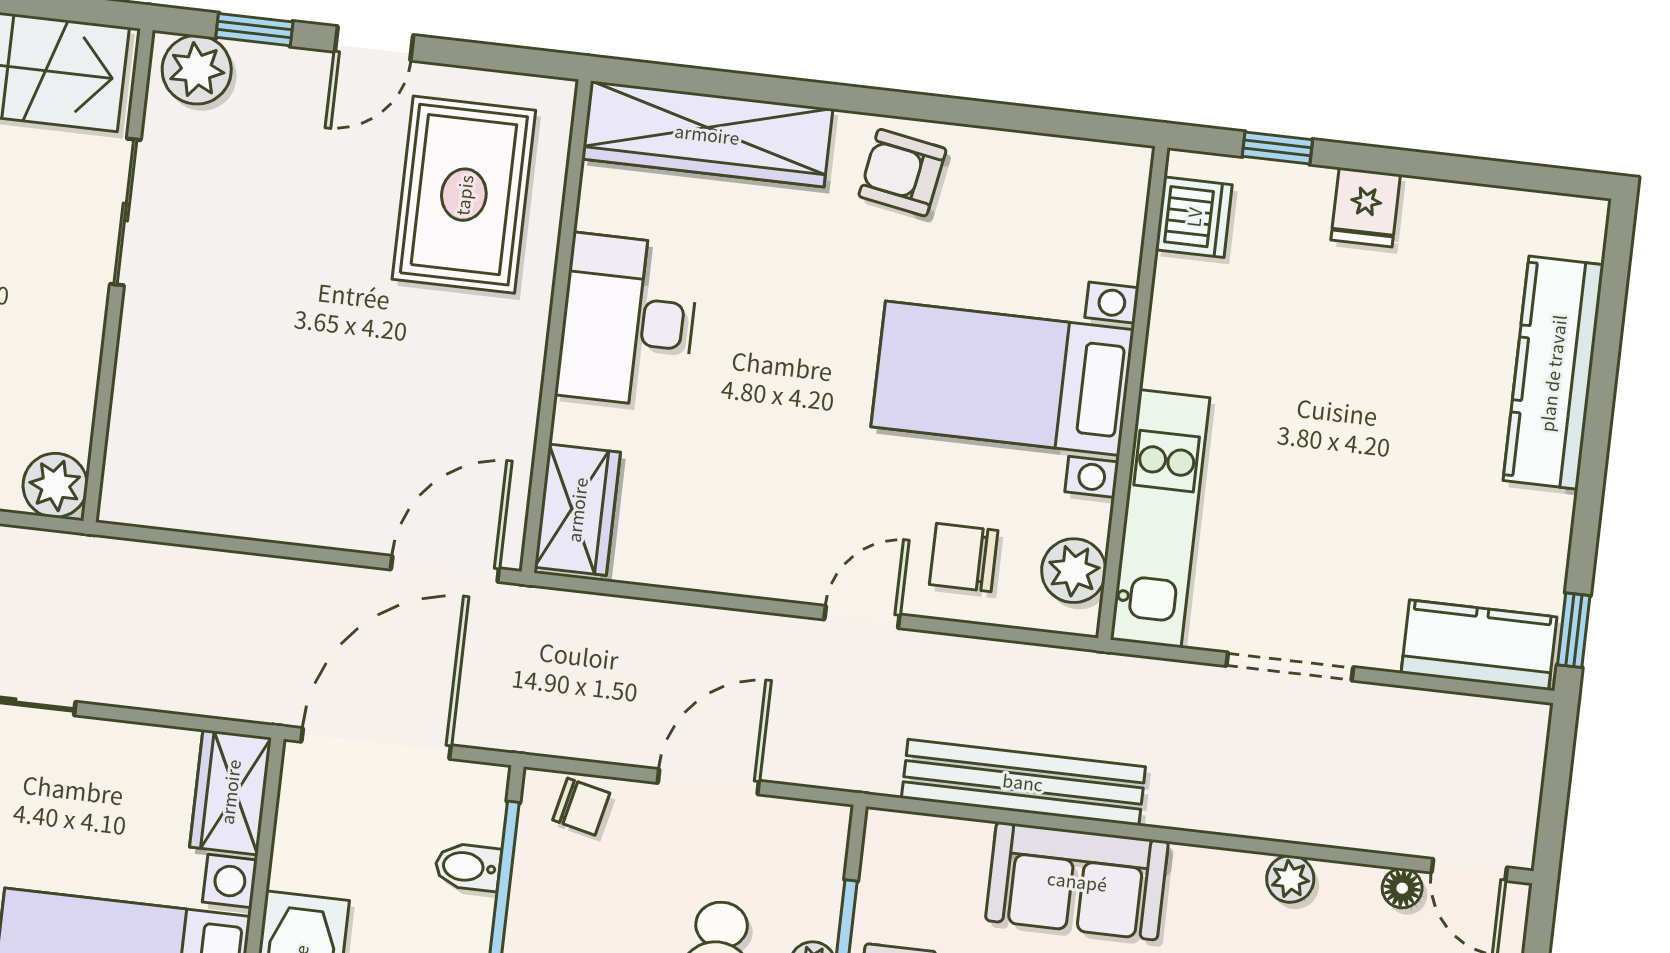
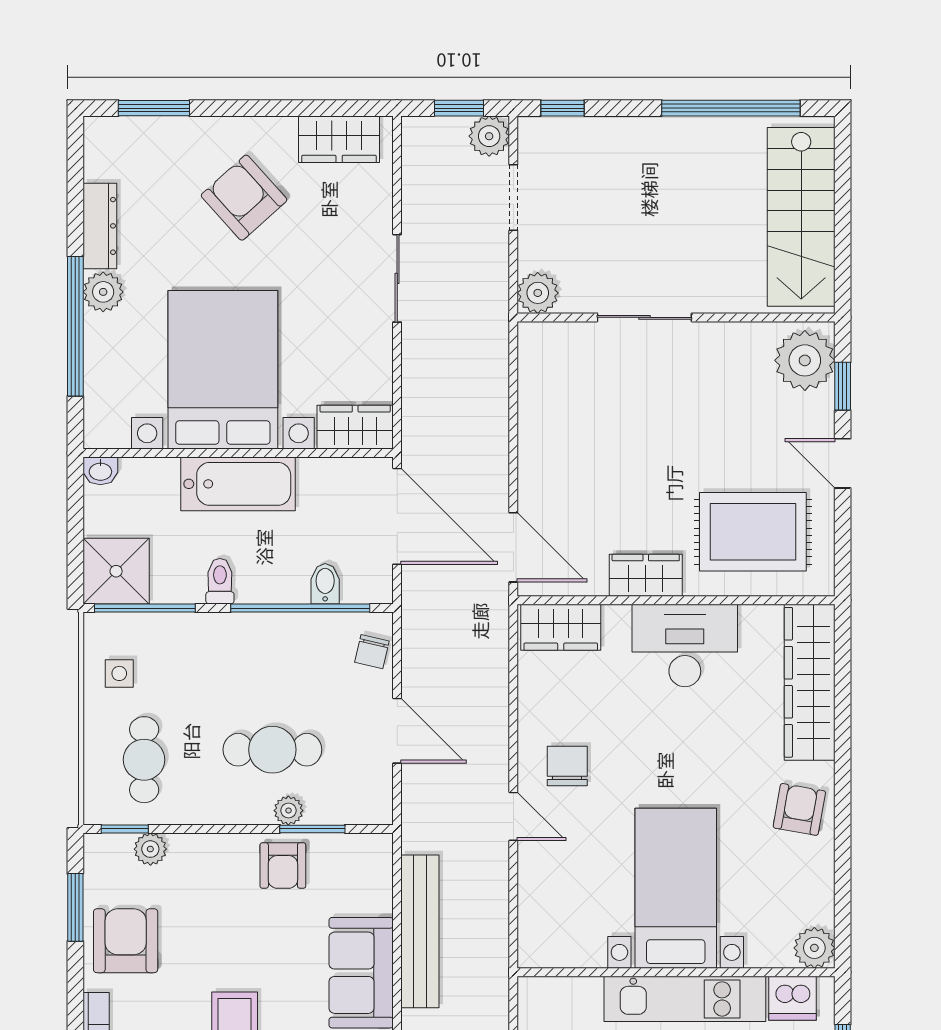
plant: (197, 70) -> (805, 360), width x1.36, depth x1.36
sliding door: (125, 212) -> (644, 317), moved
wardrobe: (512, 369) -> (646, 575), added
kitchen unit: (1160, 519) -> (685, 999), moved
chair: (964, 558) -> (567, 766), moved
plant: (1074, 571) -> (814, 948), moved

